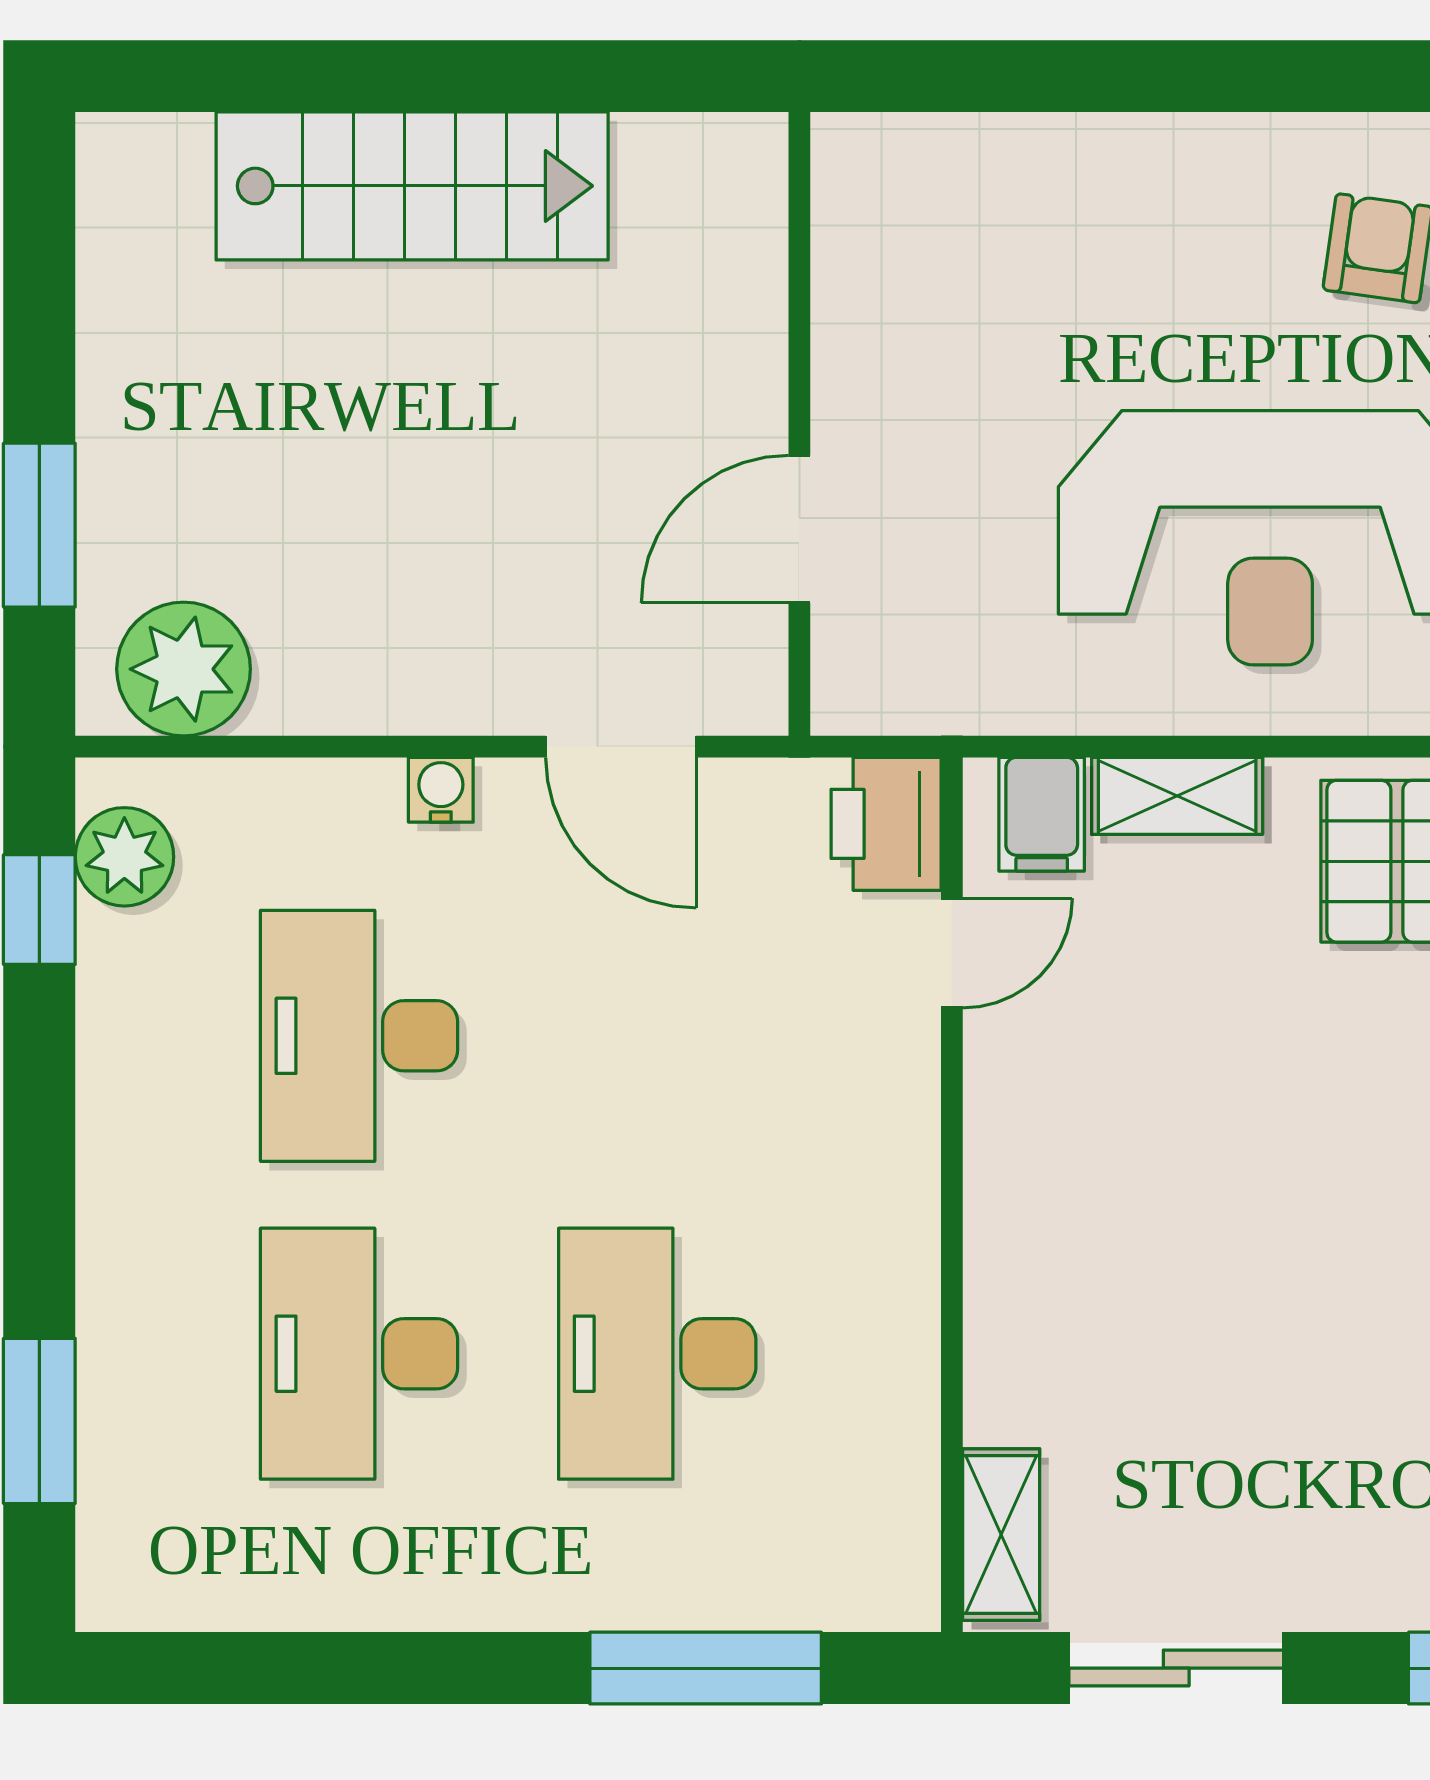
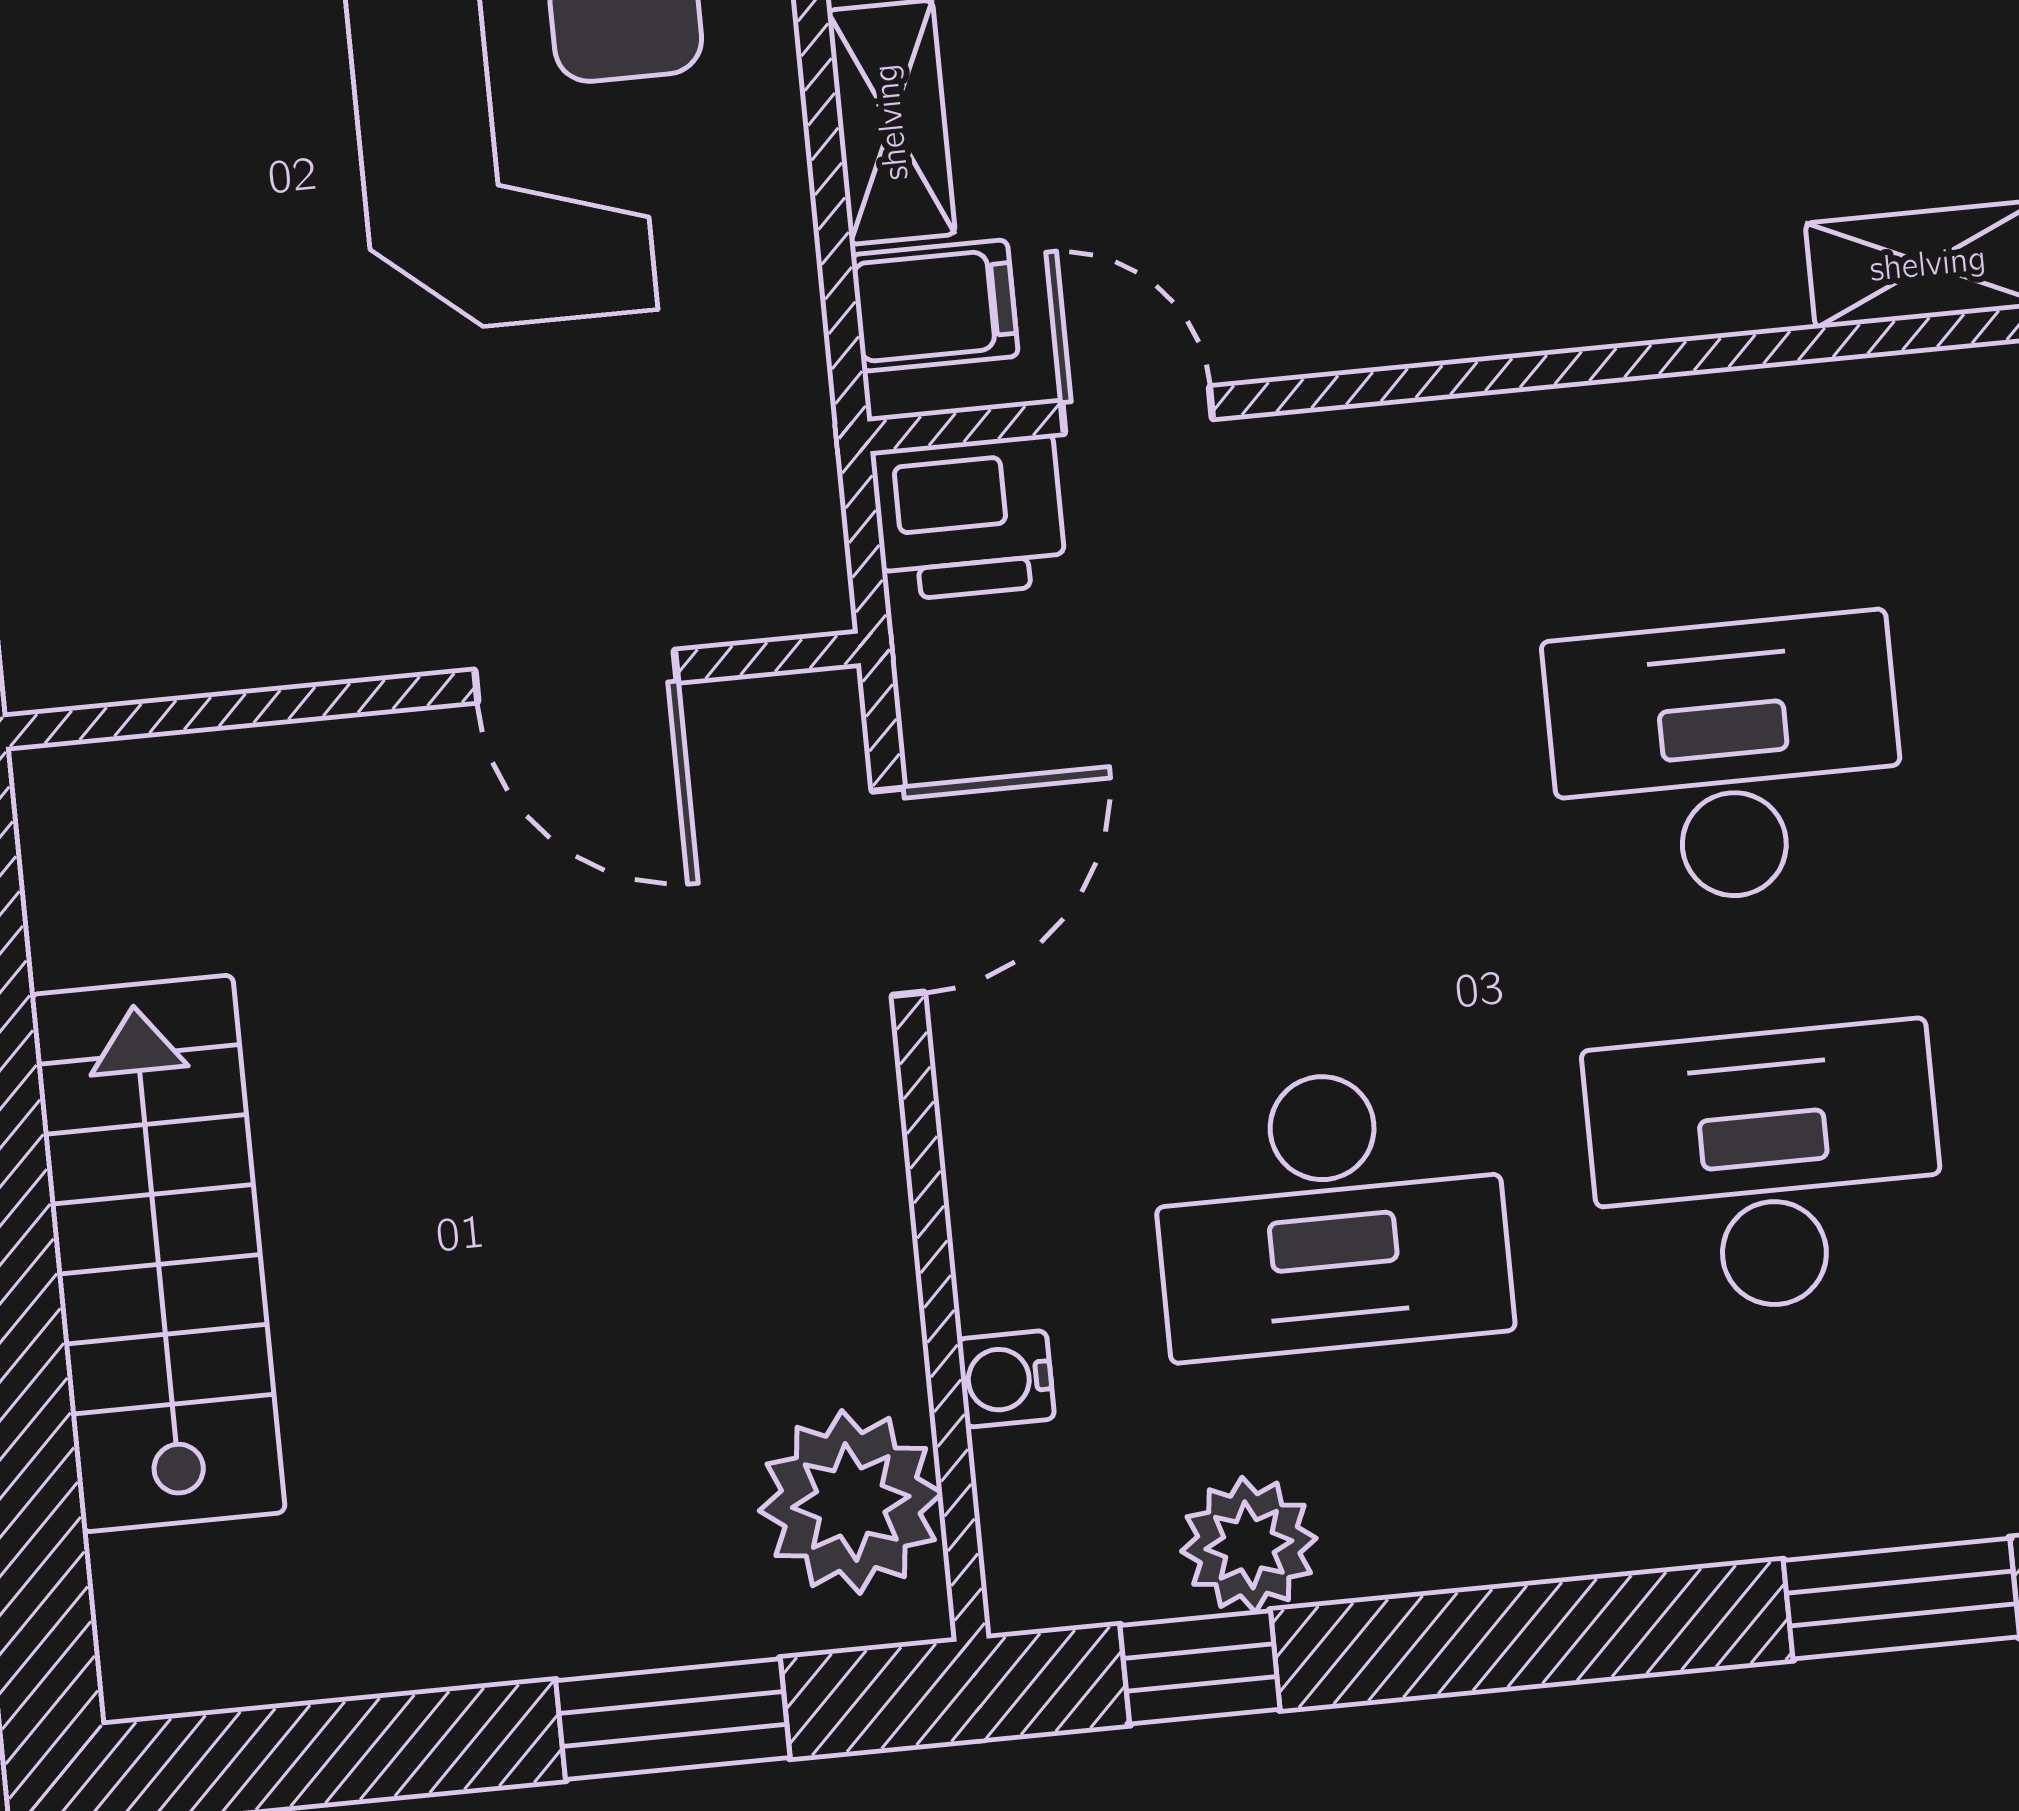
water cooler: (441, 790) -> (1006, 1379), moved
plant: (124, 857) -> (1249, 1545), moved
desk: (359, 1354) -> (1766, 1169), turned 180
desk: (657, 1354) -> (1726, 760), turned 180

